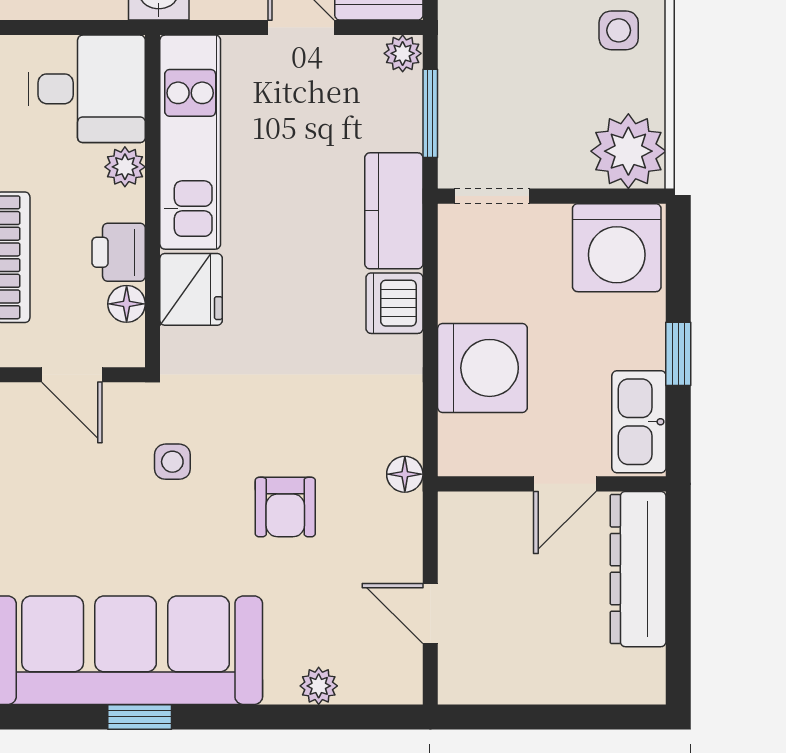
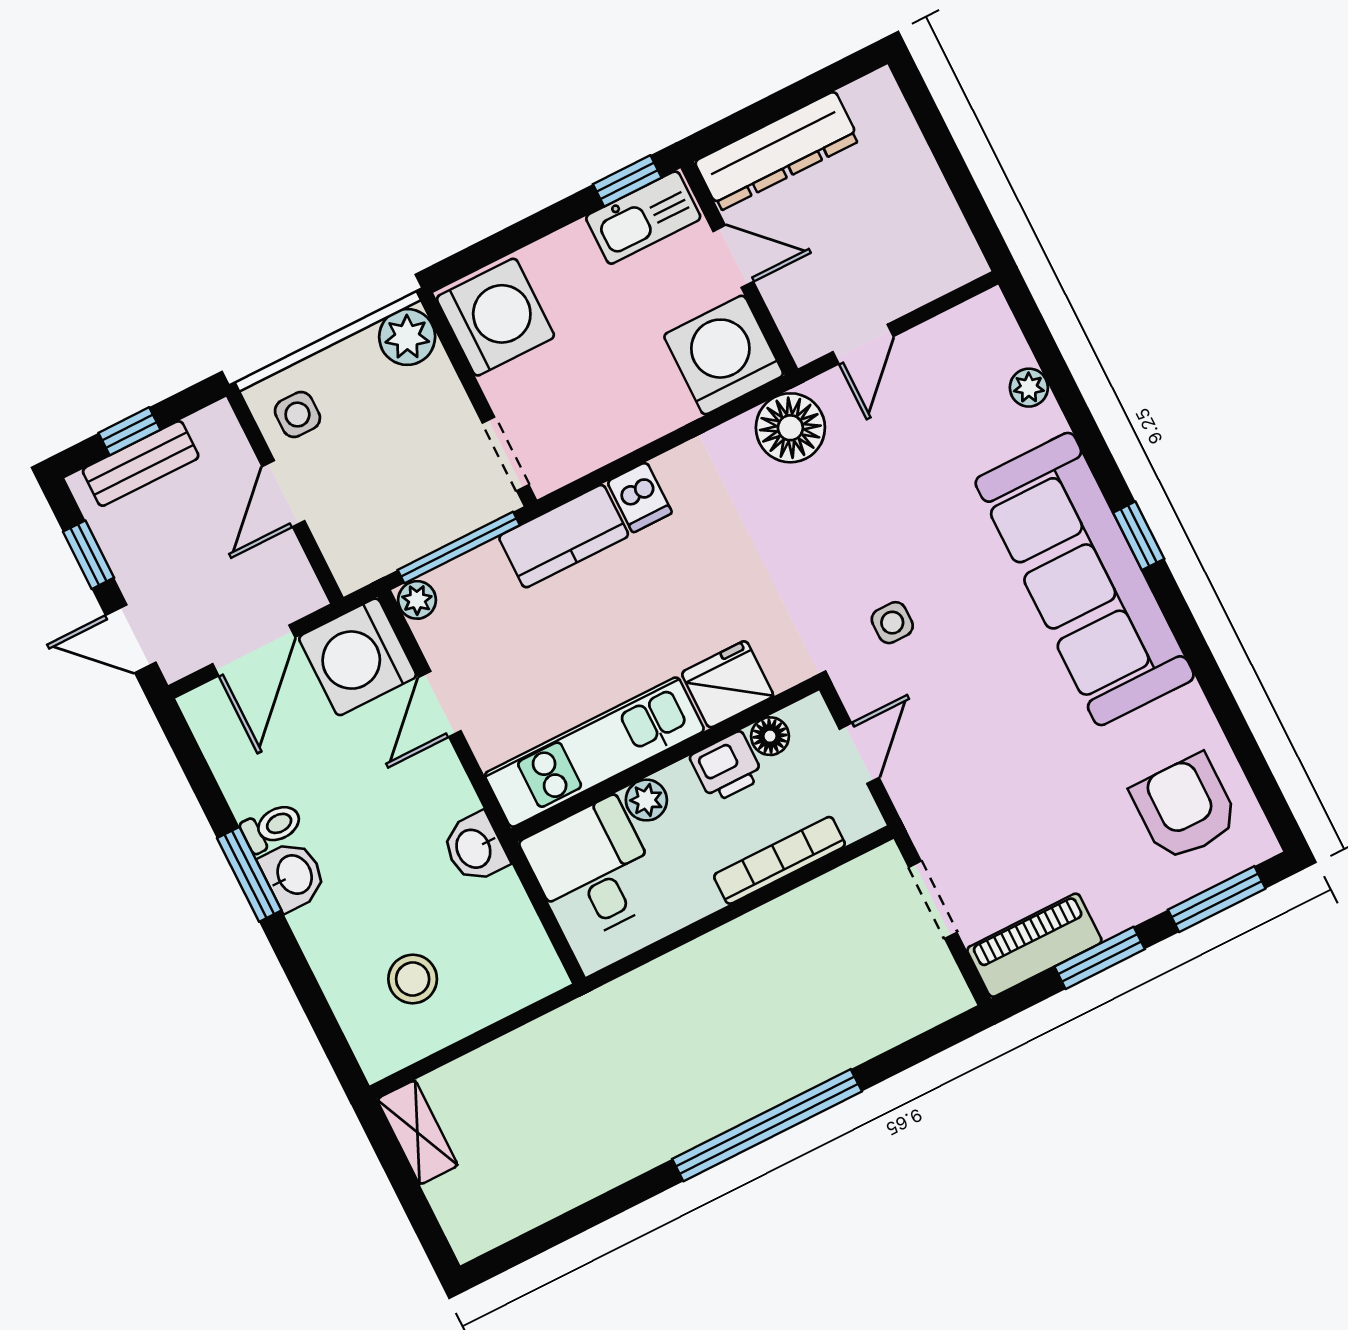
window: (430, 113) -> (459, 548), width x1.44
plant: (628, 151) -> (407, 337), width x0.73, depth x0.73
dishwasher: (394, 303) -> (640, 497), width x0.73
window: (678, 354) -> (627, 181), moved
washing machine: (482, 368) -> (724, 355), moved
floor lamp: (405, 474) -> (790, 428), width x1.89, depth x1.89
armchair: (285, 507) -> (882, 499), removed
door: (430, 613) -> (863, 344), moved

